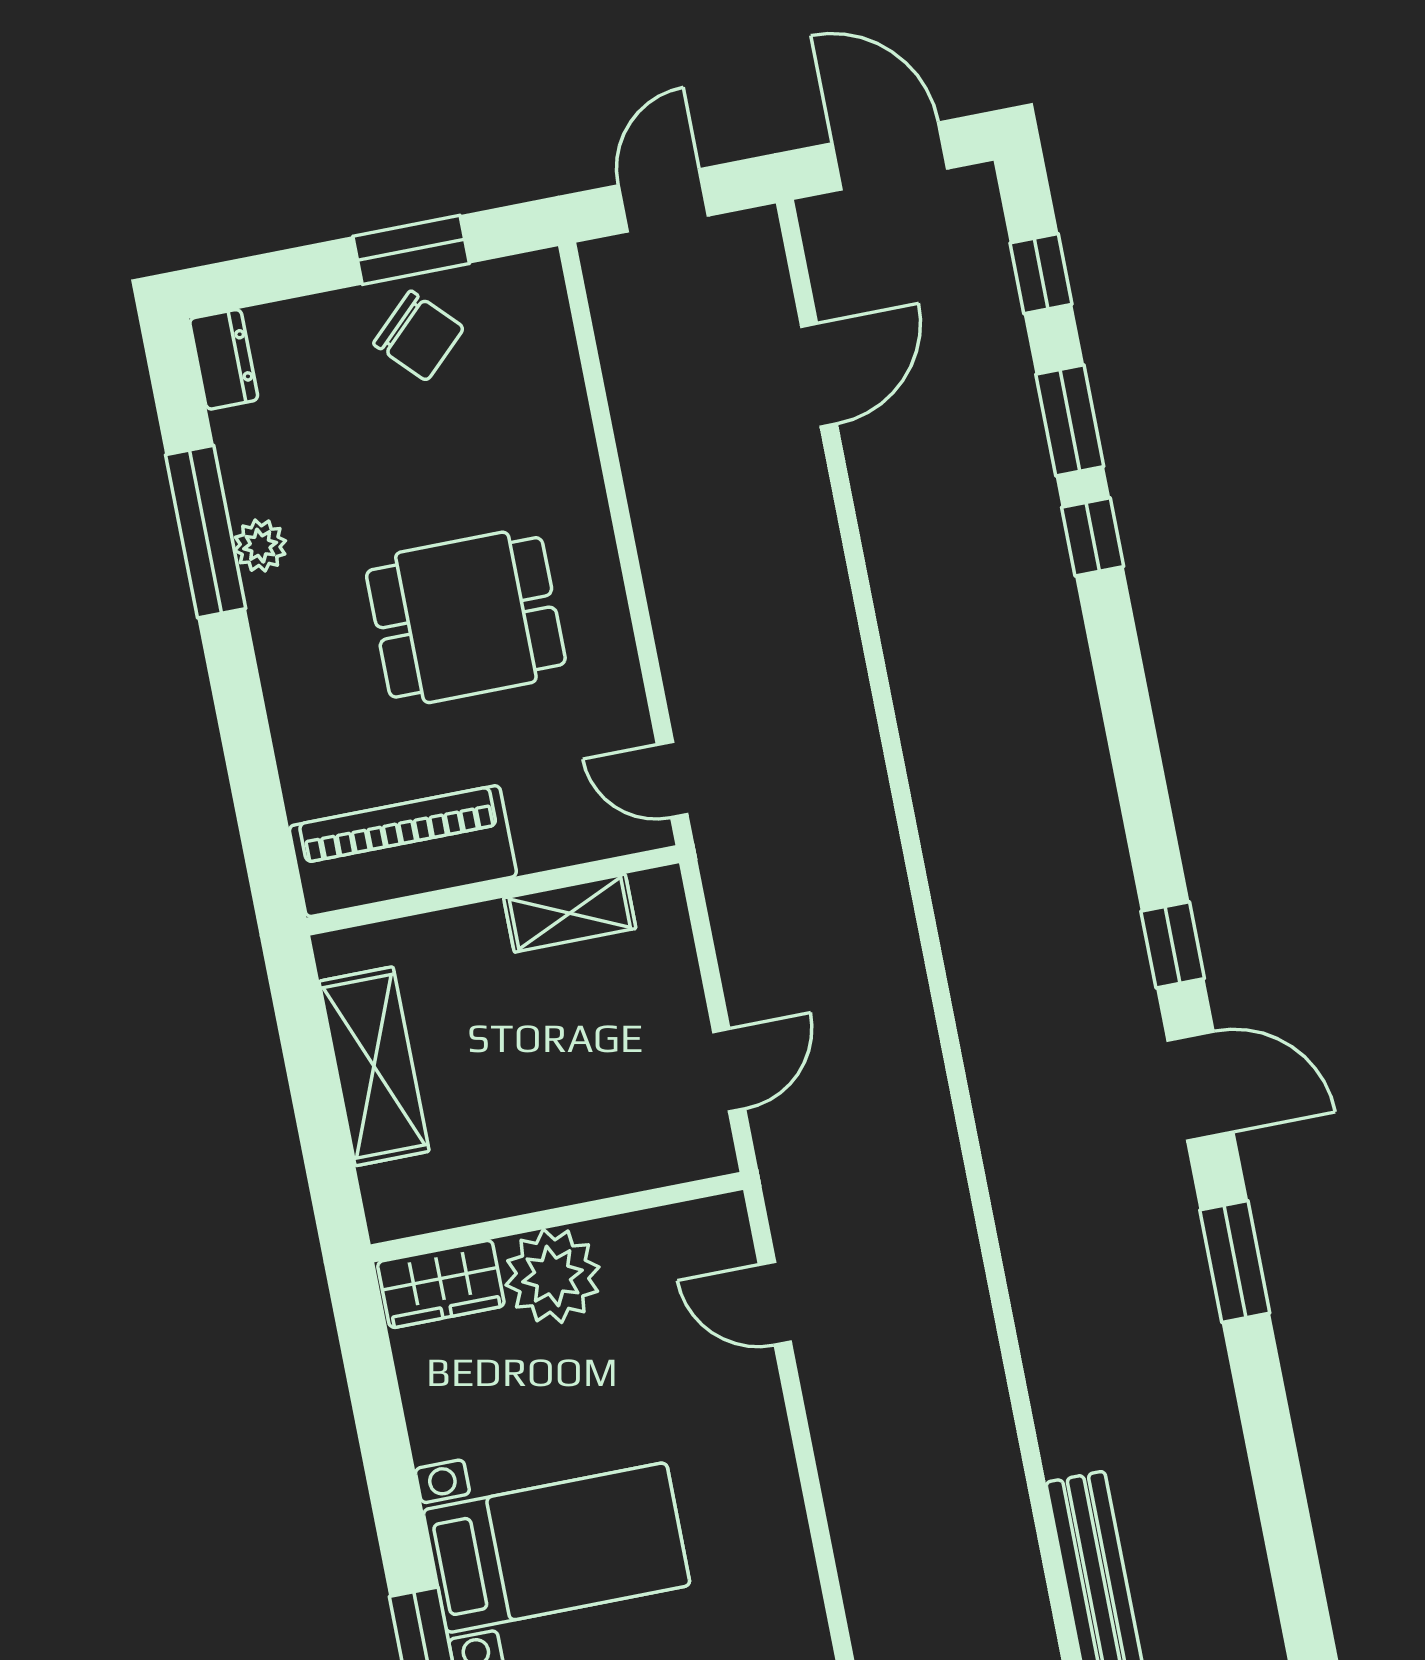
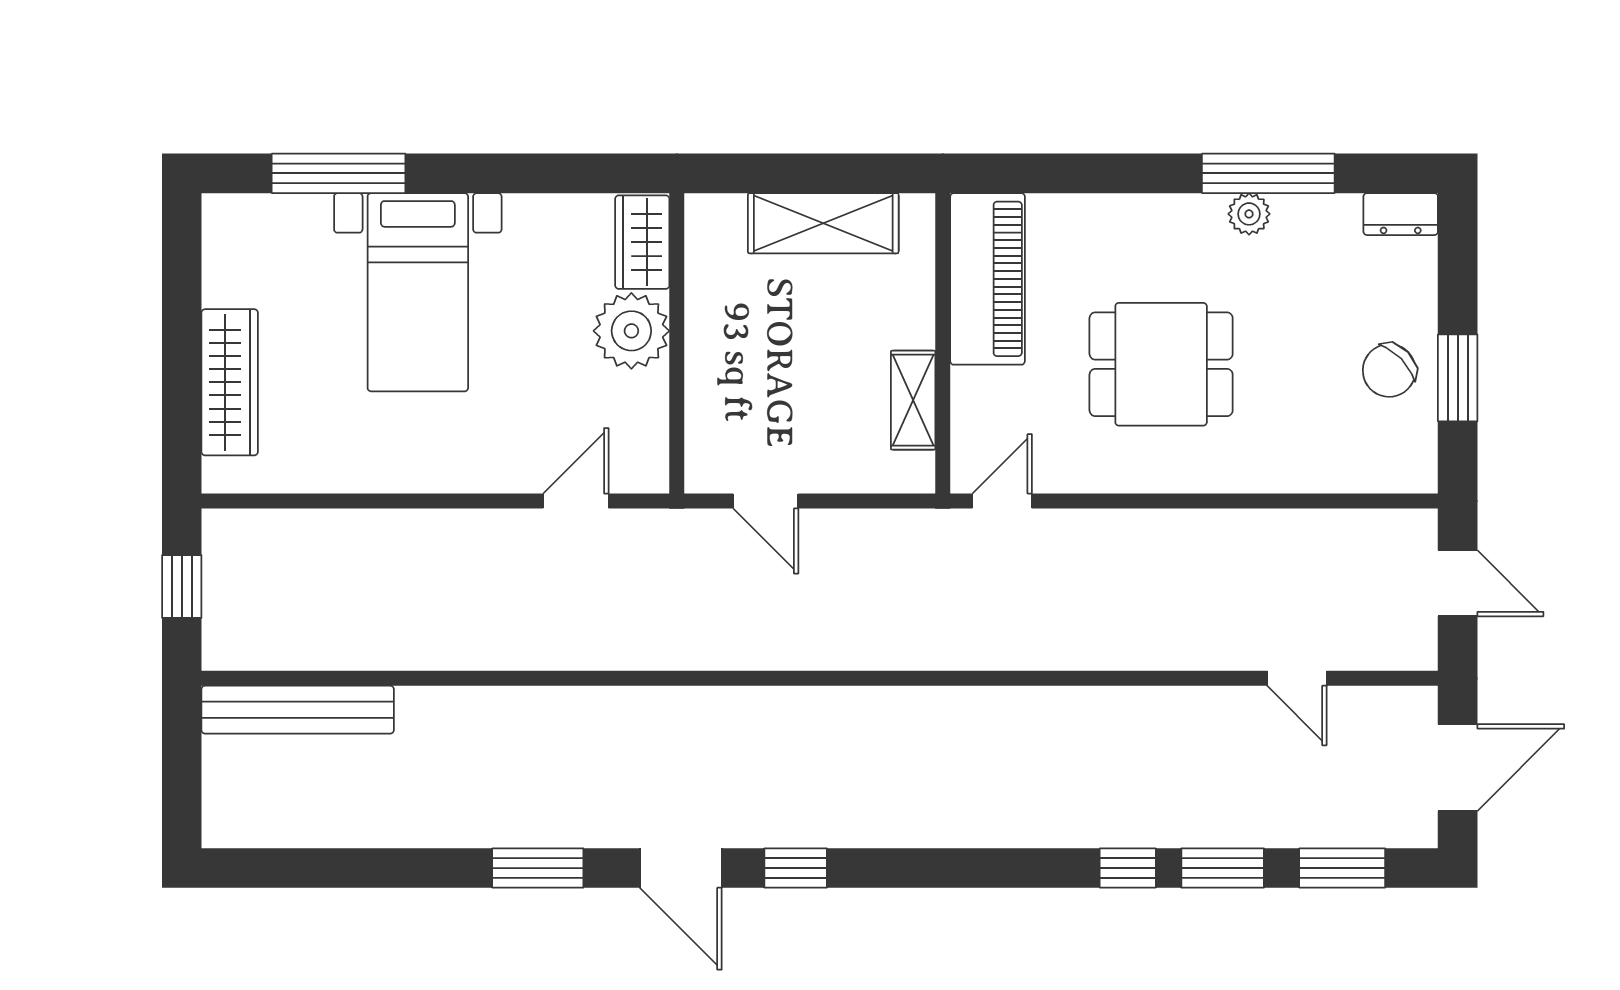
window: (1041, 274) -> (1342, 868), width x1.50
door: (819, 375) -> (1297, 678), width x0.73
dining table: (466, 617) -> (1161, 364), turned 90
door: (1200, 1086) -> (681, 868), hinge flipped

